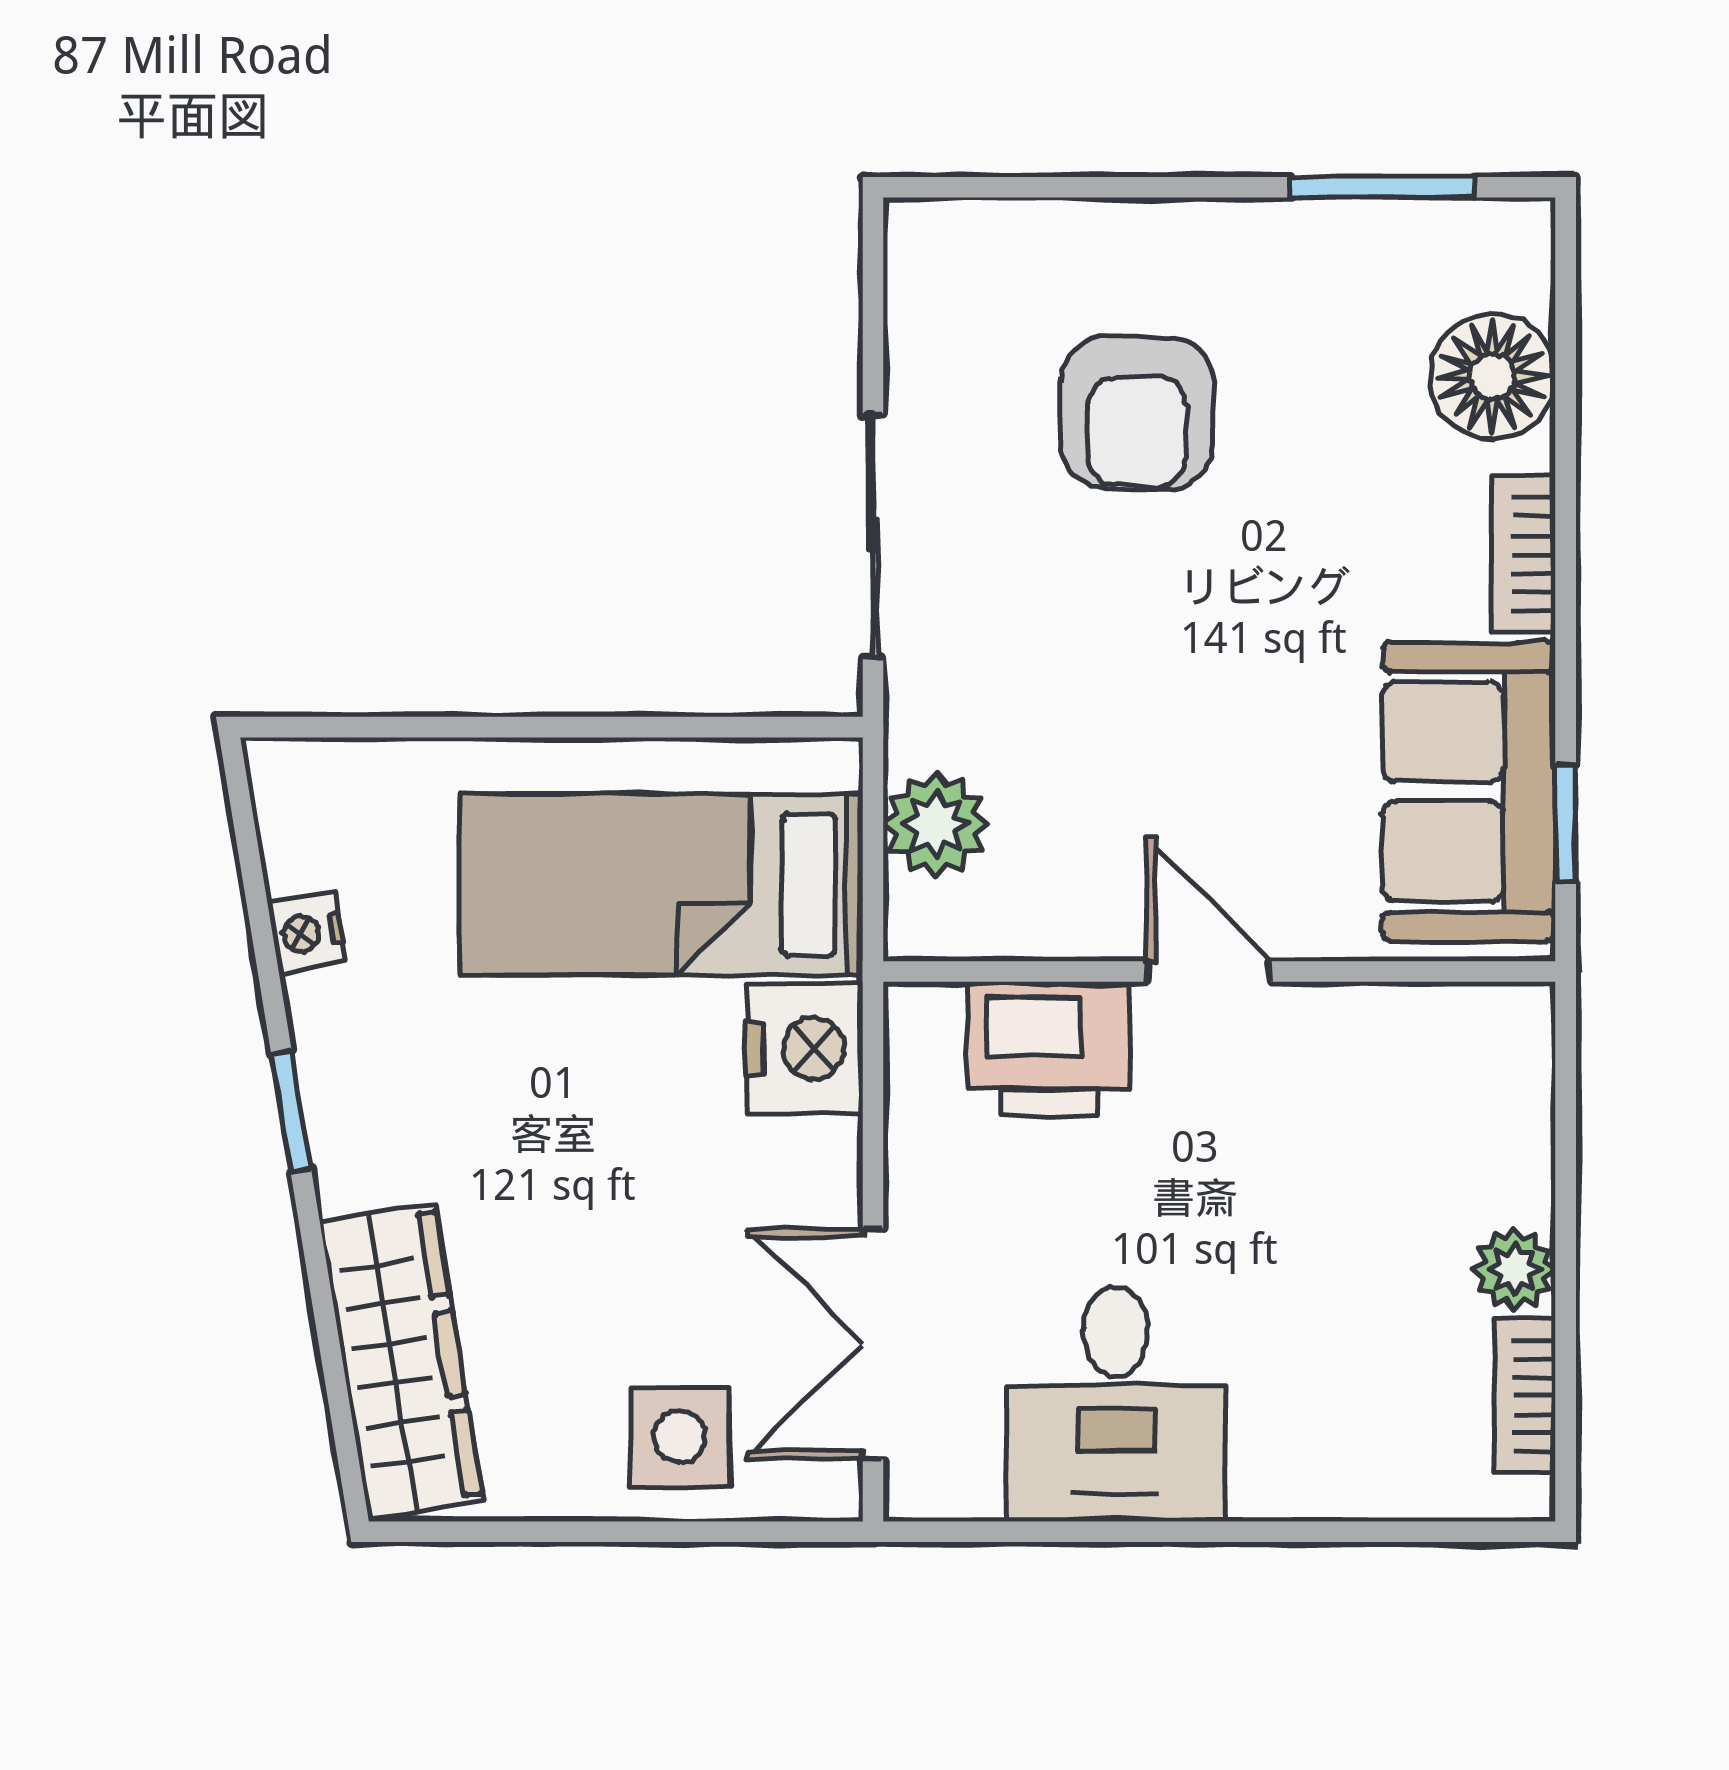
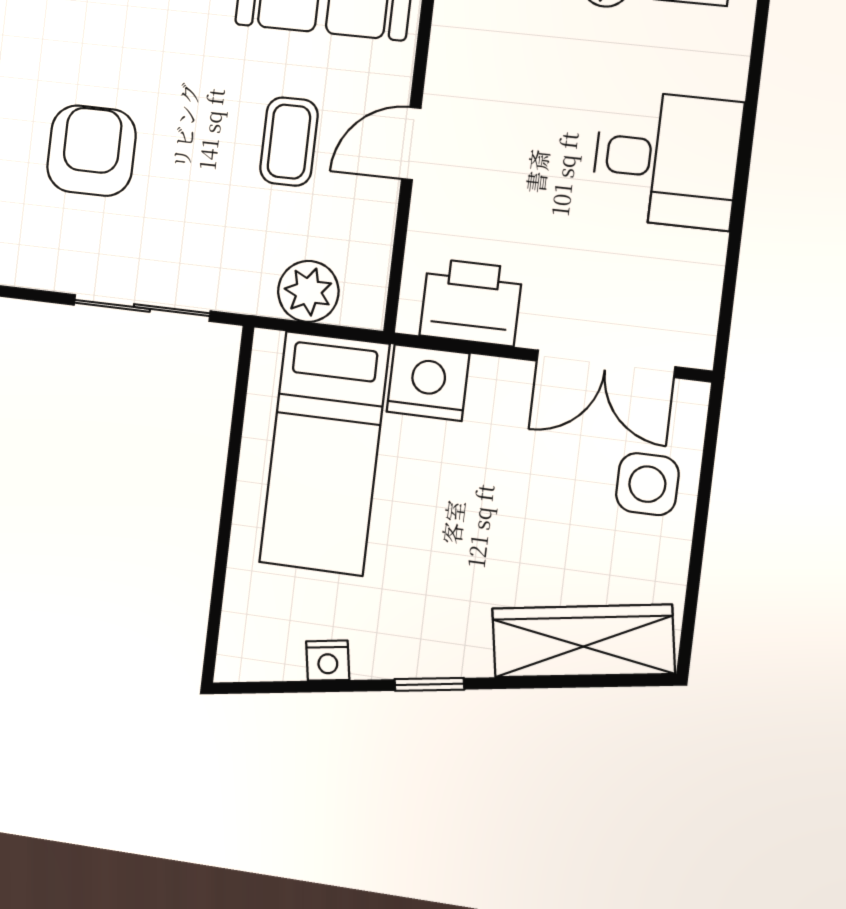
armchair: (1137, 413) -> (91, 151), turned -90
coffee table: (1190, 760) -> (289, 142), added
printer: (1048, 1049) -> (471, 302), moved, turned -90
desk: (1116, 1404) -> (667, 159), moved

